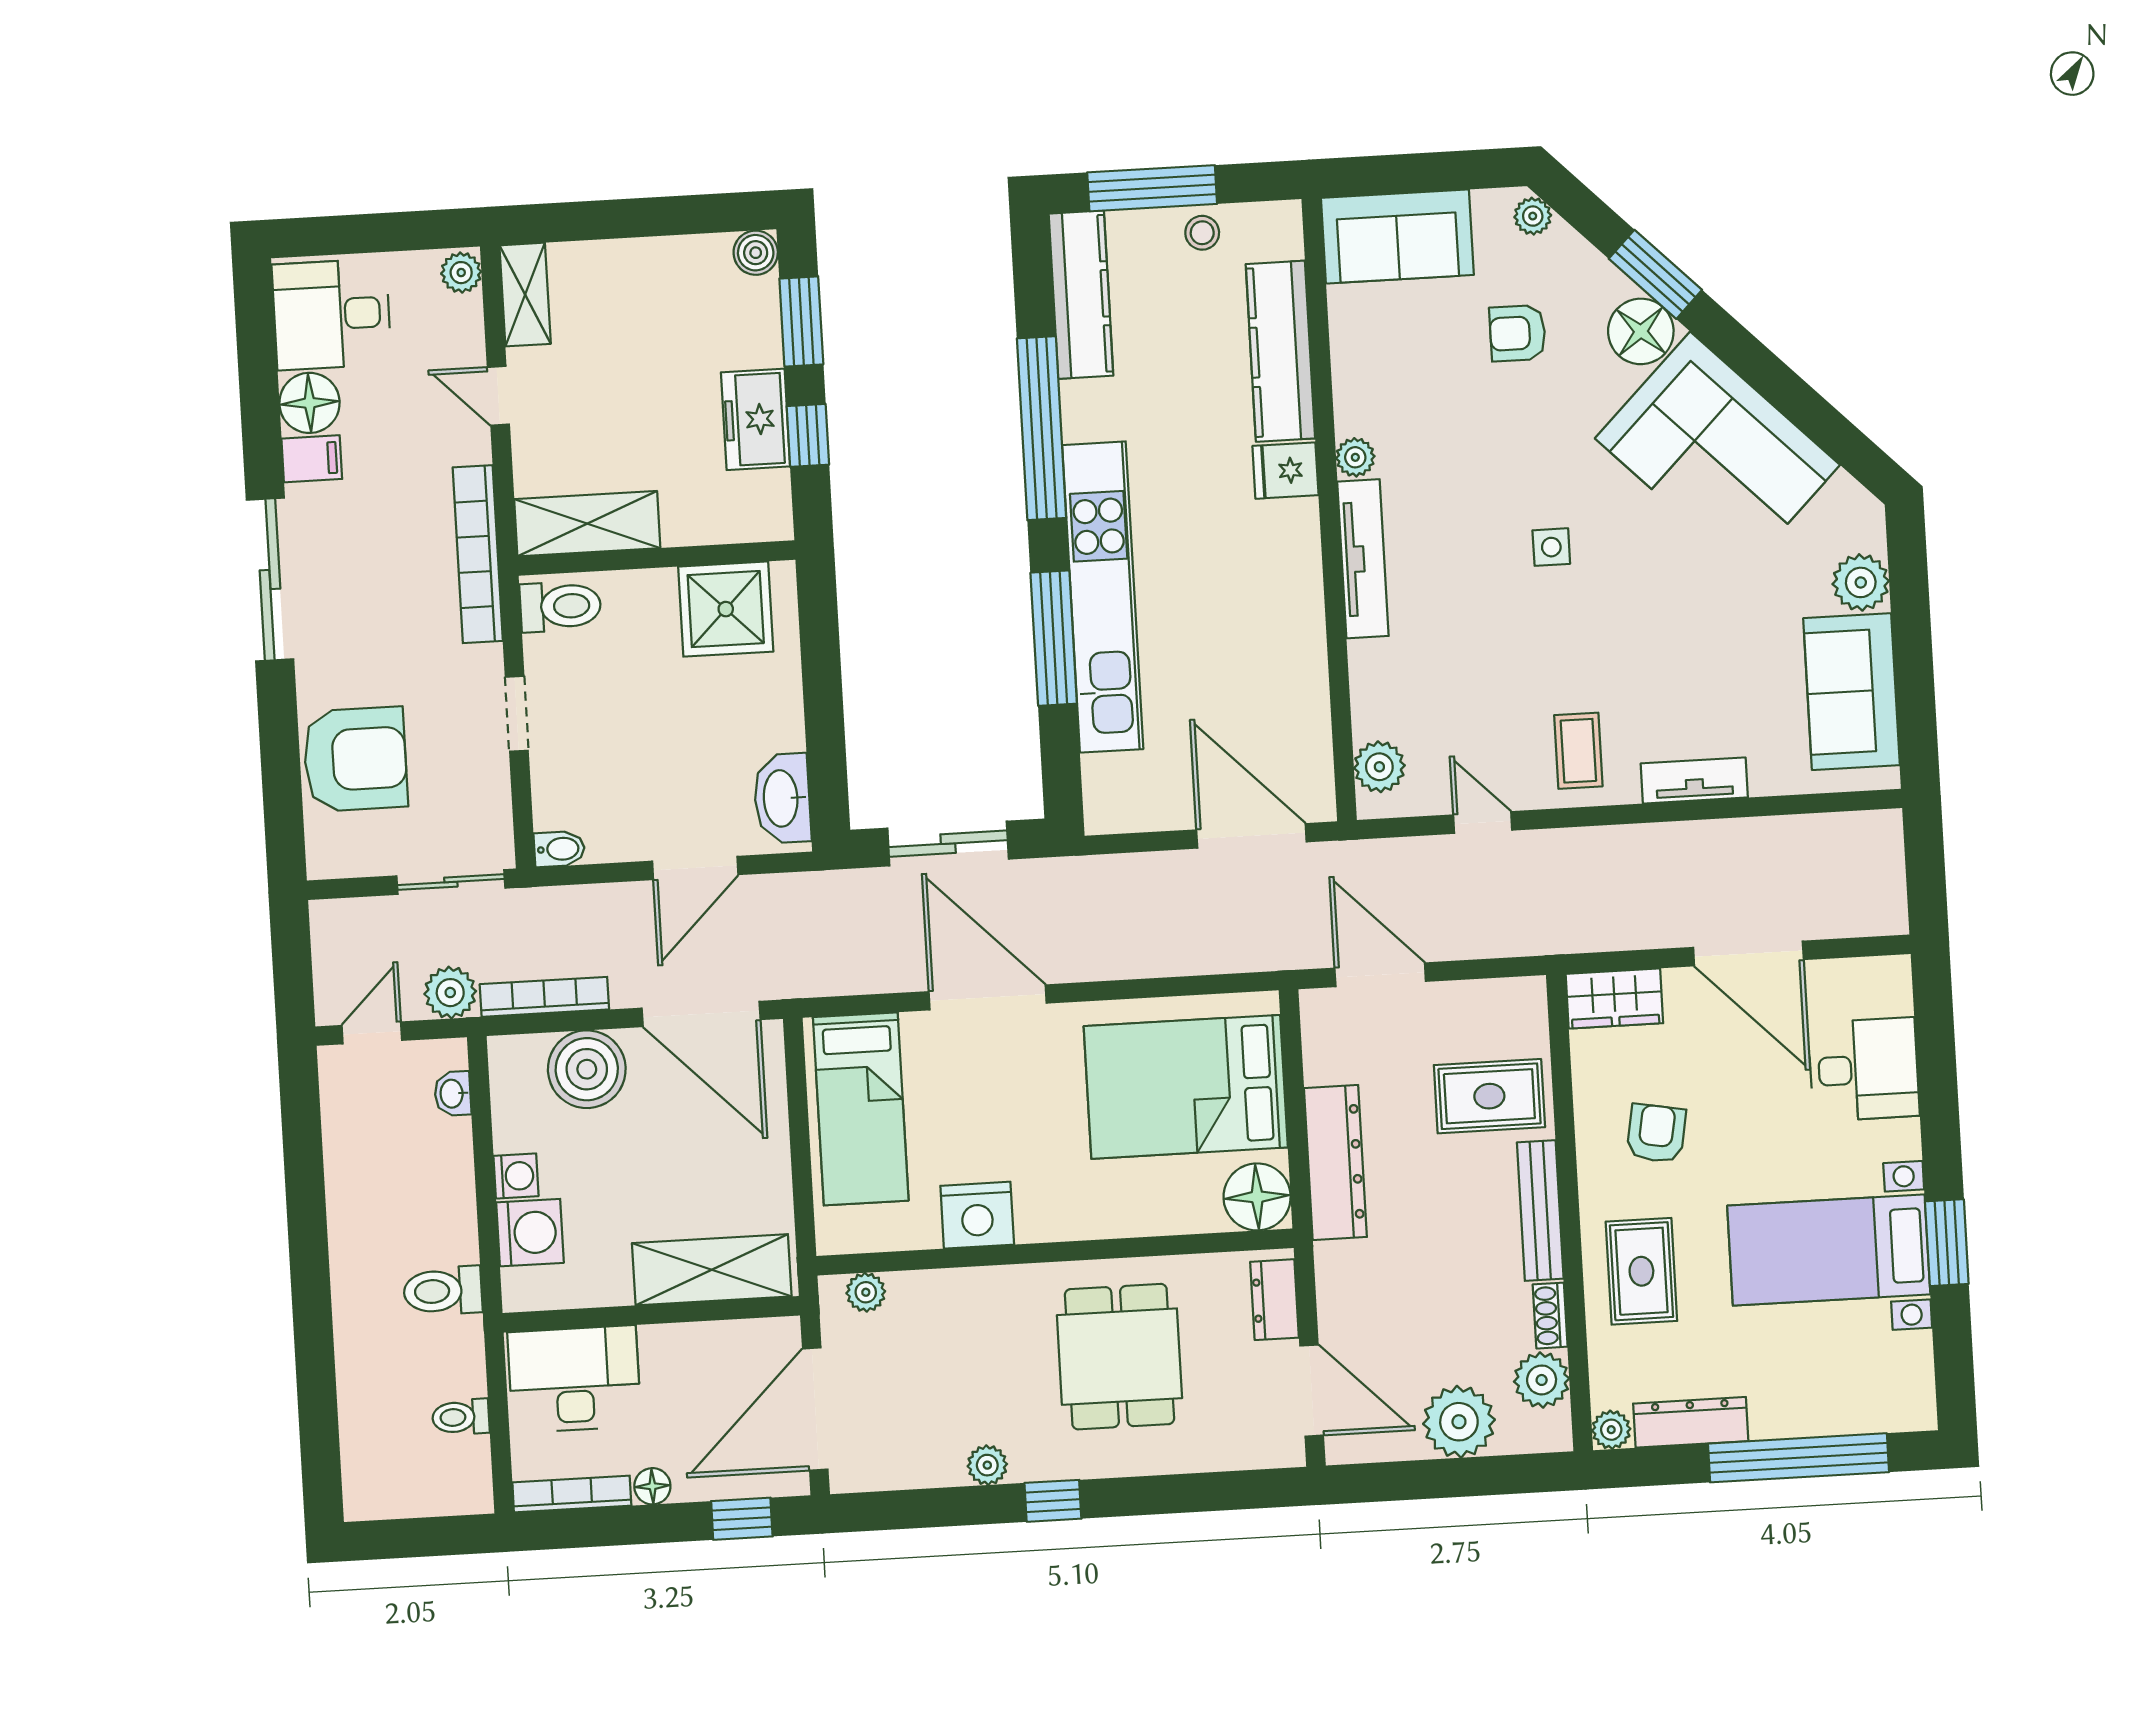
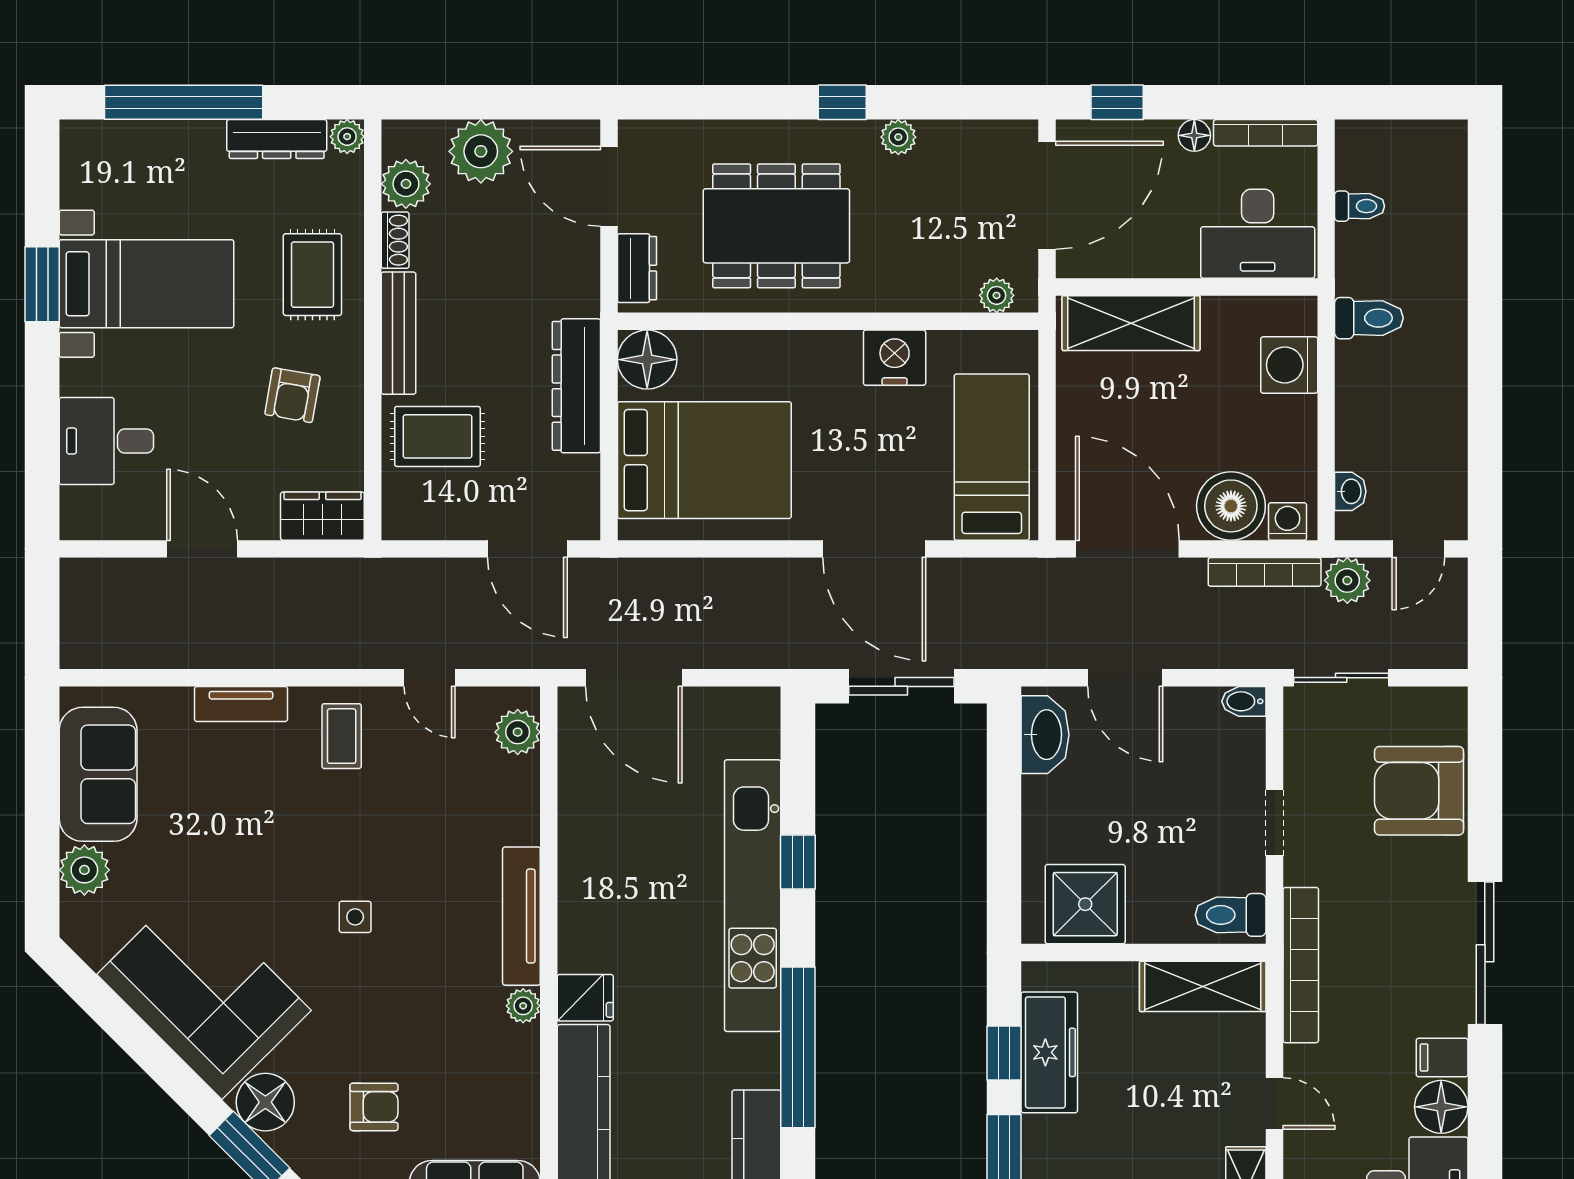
freezer: (756, 419) -> (1049, 1052), width x1.40
window: (1054, 638) -> (798, 862), width x0.46
door: (695, 868) -> (1125, 678), swing flipped
door: (1748, 954) -> (202, 549), width x0.73
washing machine: (516, 1176) -> (1288, 521), moved, turned 90
dining table: (1119, 1357) -> (776, 226), width x1.38

